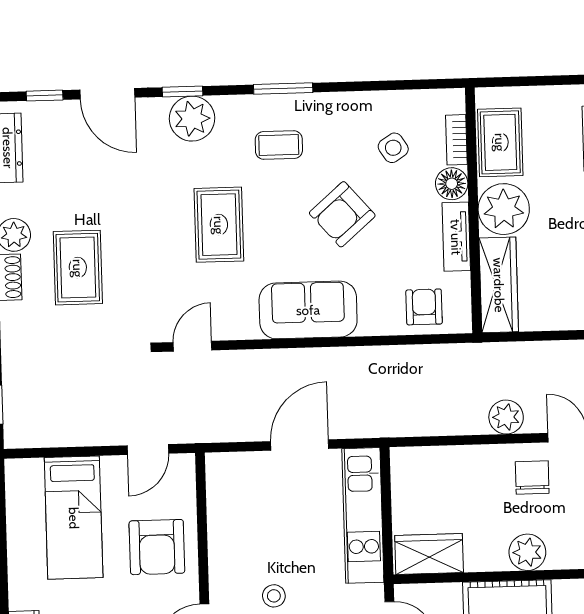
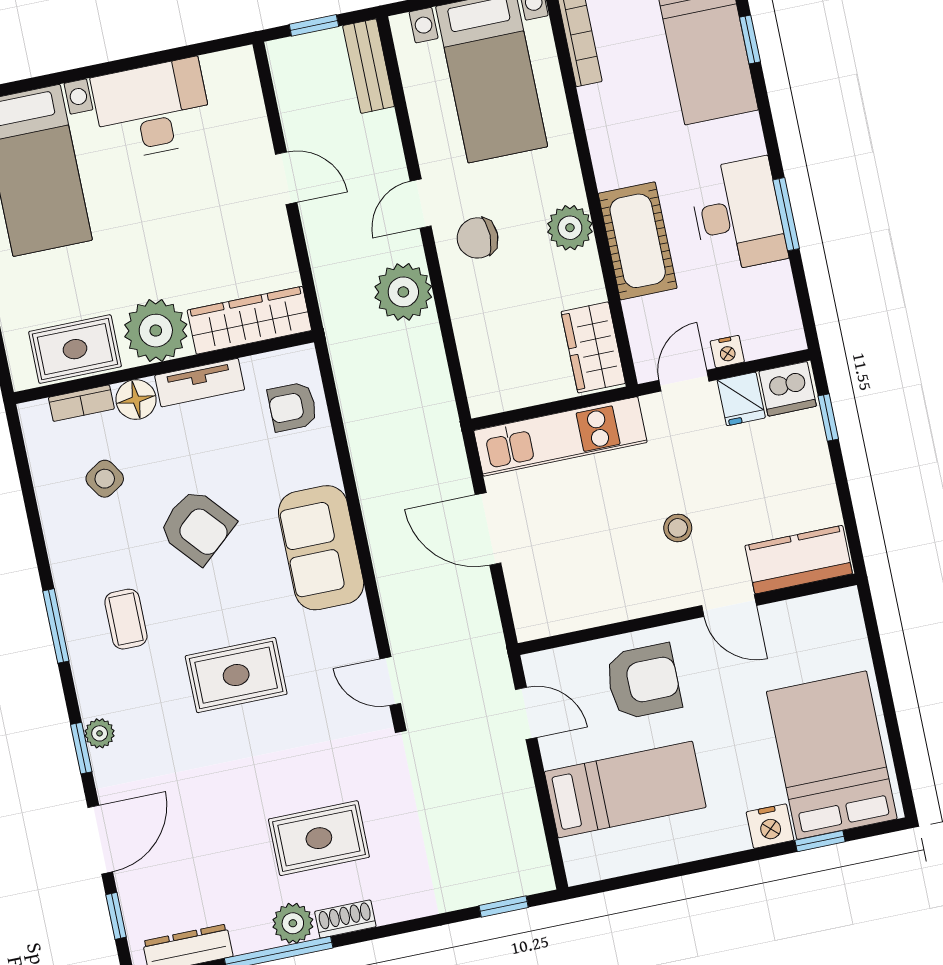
plant: (192, 119) -> (100, 733), width x0.53, depth x0.53
plant: (506, 417) -> (403, 292), width x1.36, depth x1.36

